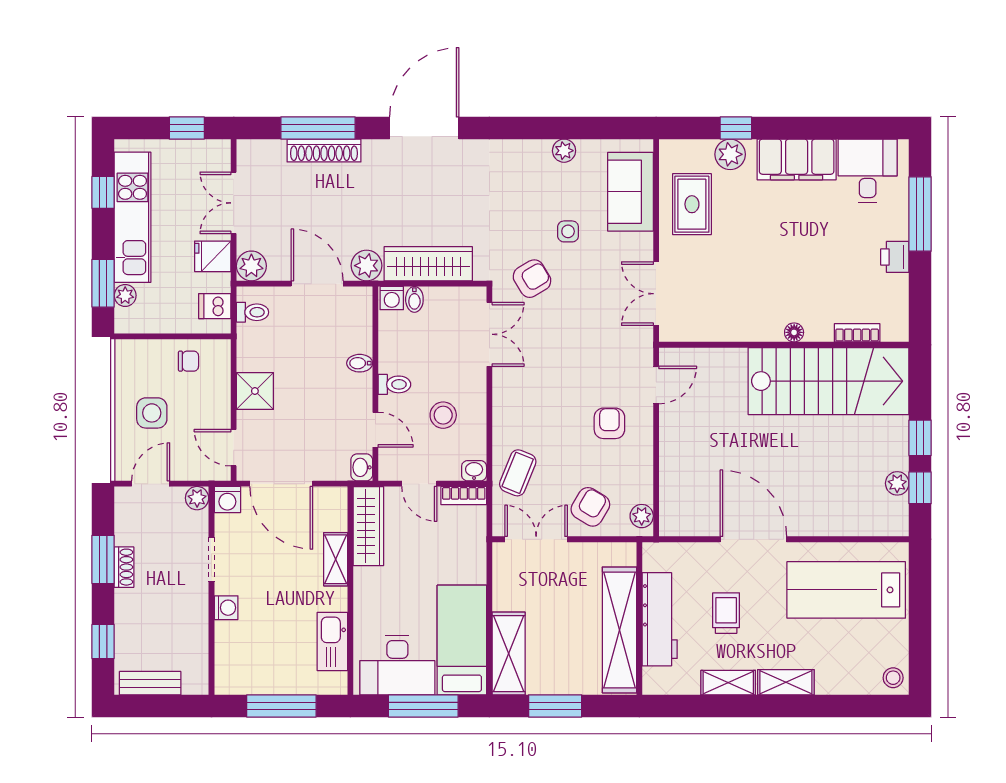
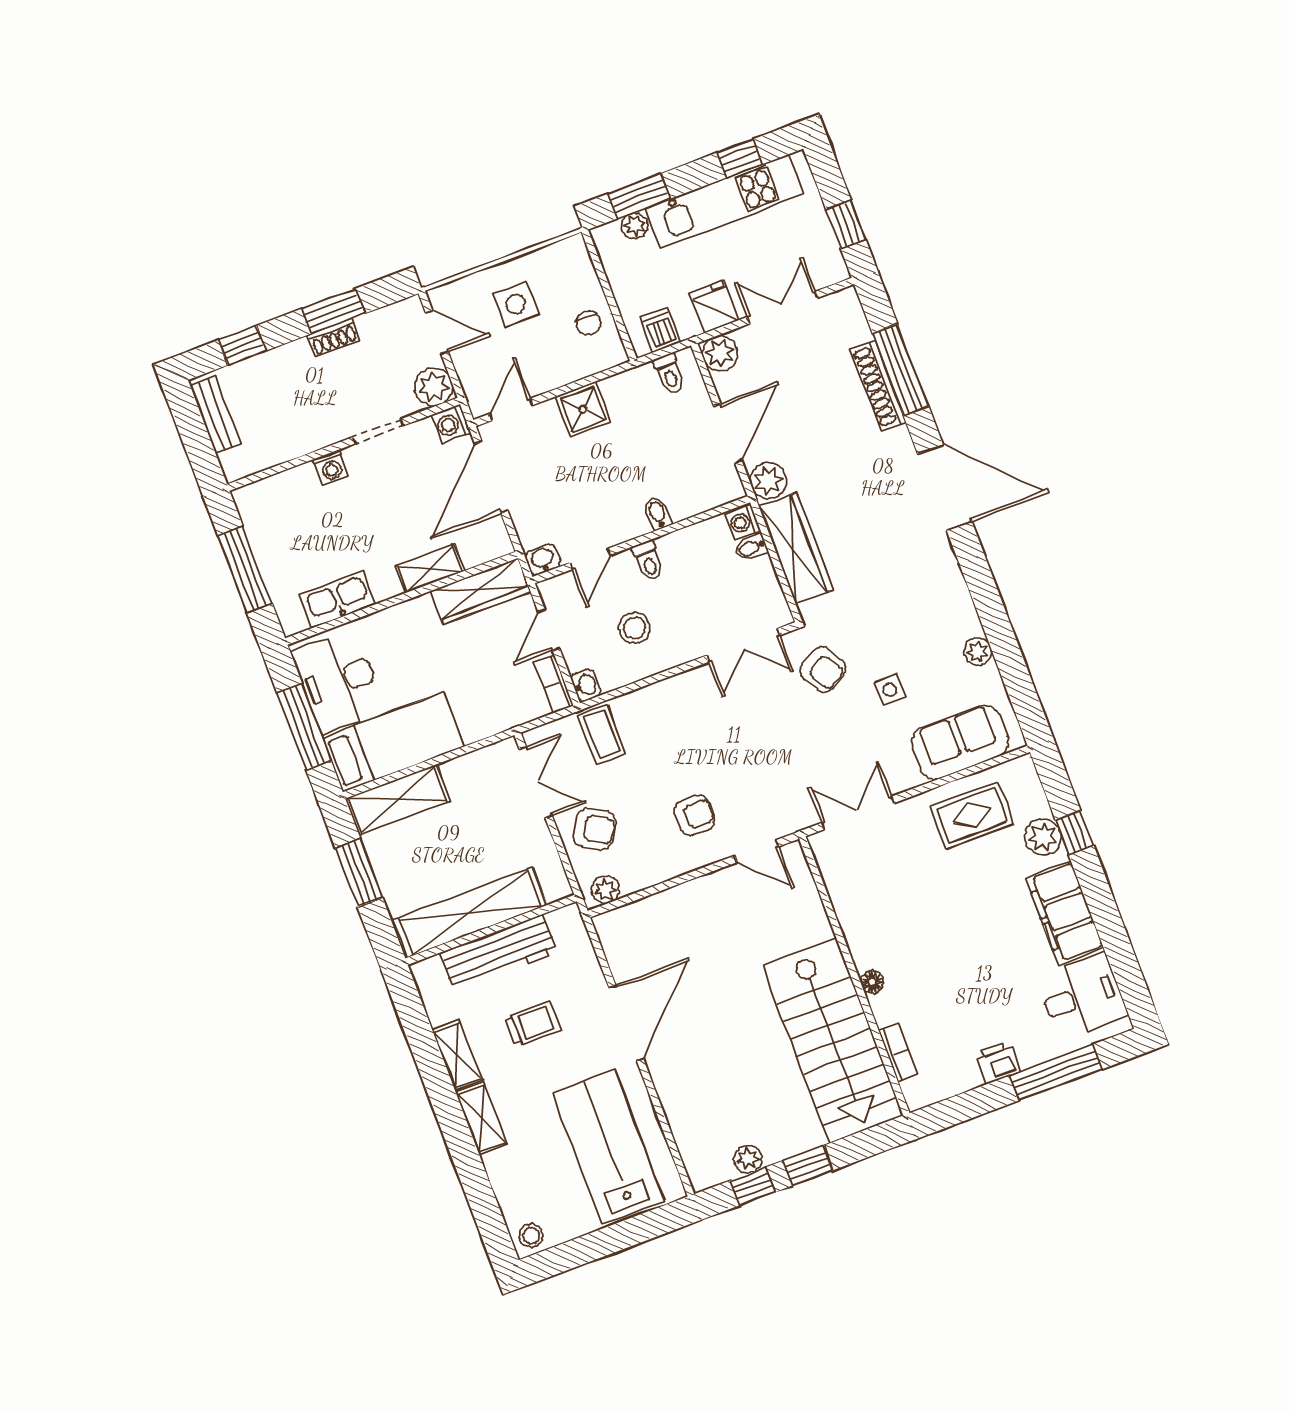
coffee table: (518, 473) -> (602, 734), turned 68
plant: (197, 498) -> (433, 387), width x1.38, depth x1.38

